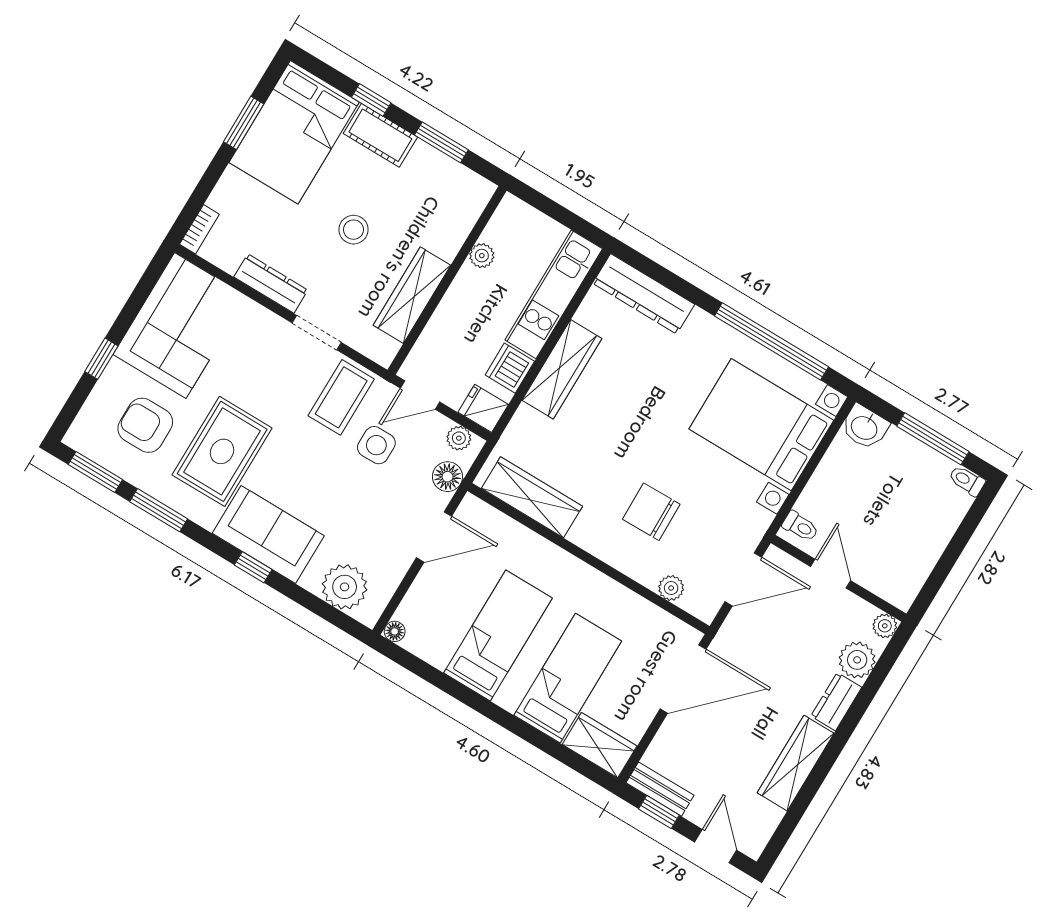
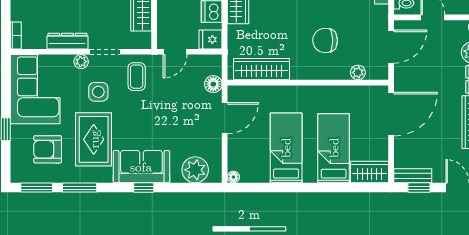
coffee table: (341, 397) -> (137, 77), width x0.73, depth x0.77
plant: (459, 438) -> (81, 62), moved
side table: (376, 445) -> (98, 92), moved

